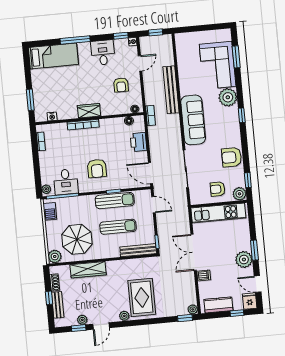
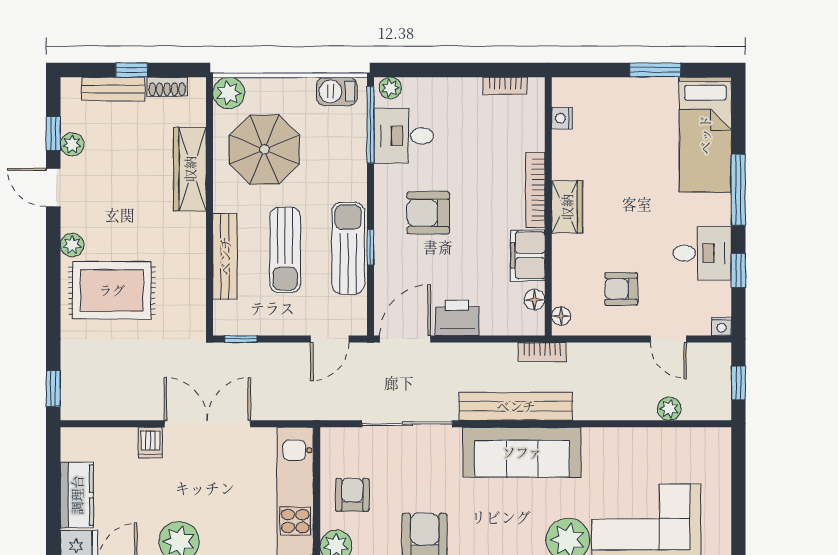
window: (121, 36) -> (738, 270), moved
bench: (171, 90) -> (516, 406), moved
window: (30, 100) -> (655, 70), moved
filing cabinet: (111, 125) -> (528, 255), added
printer: (139, 142) -> (457, 318), moved
sun lounger: (115, 201) -> (348, 248), turned 180
bench: (138, 250) -> (225, 256), moved
kitchen counter: (218, 305) -> (77, 495), moved
plant: (193, 309) -> (669, 409), moved
window: (237, 313) -> (53, 513), removed

